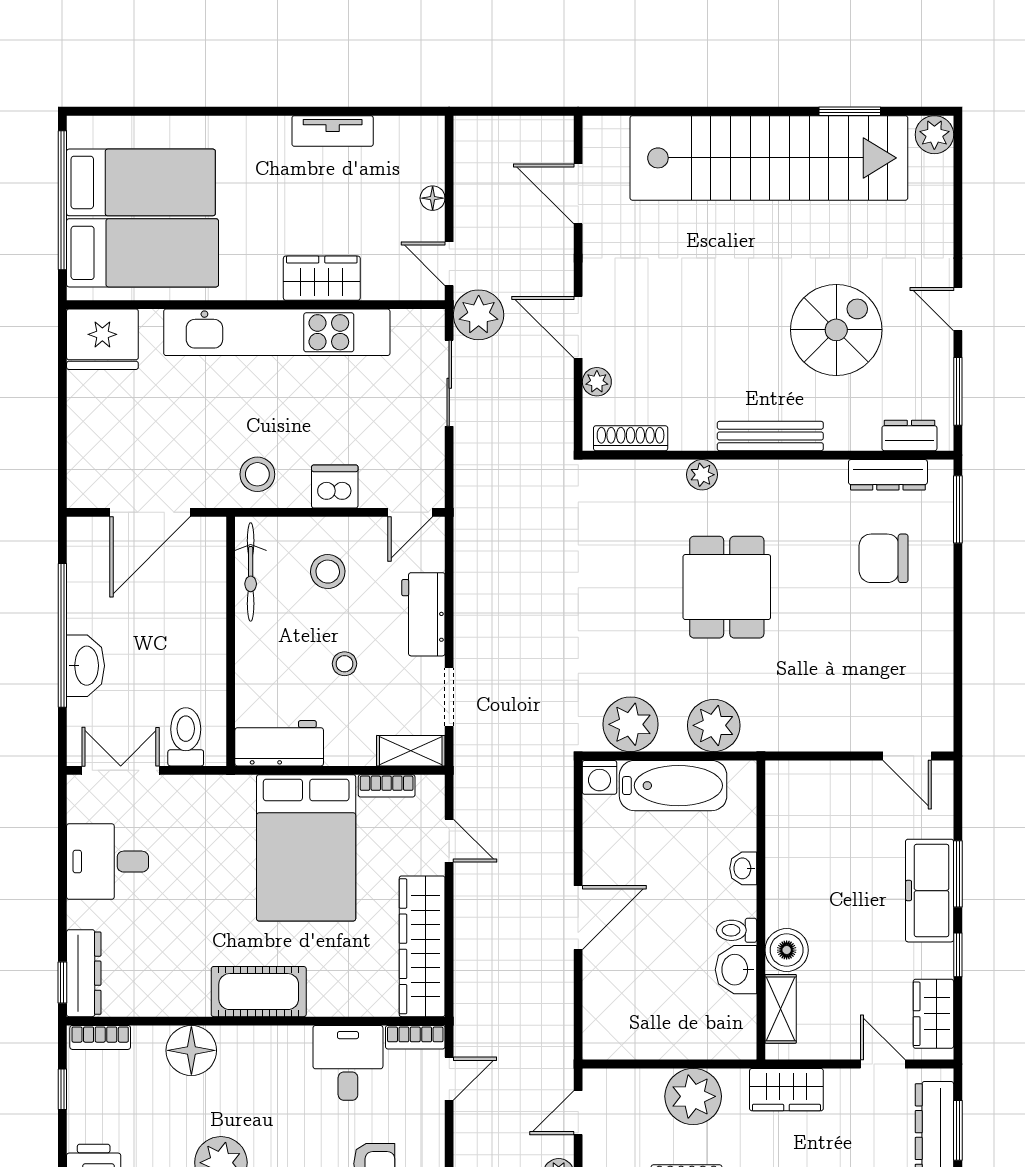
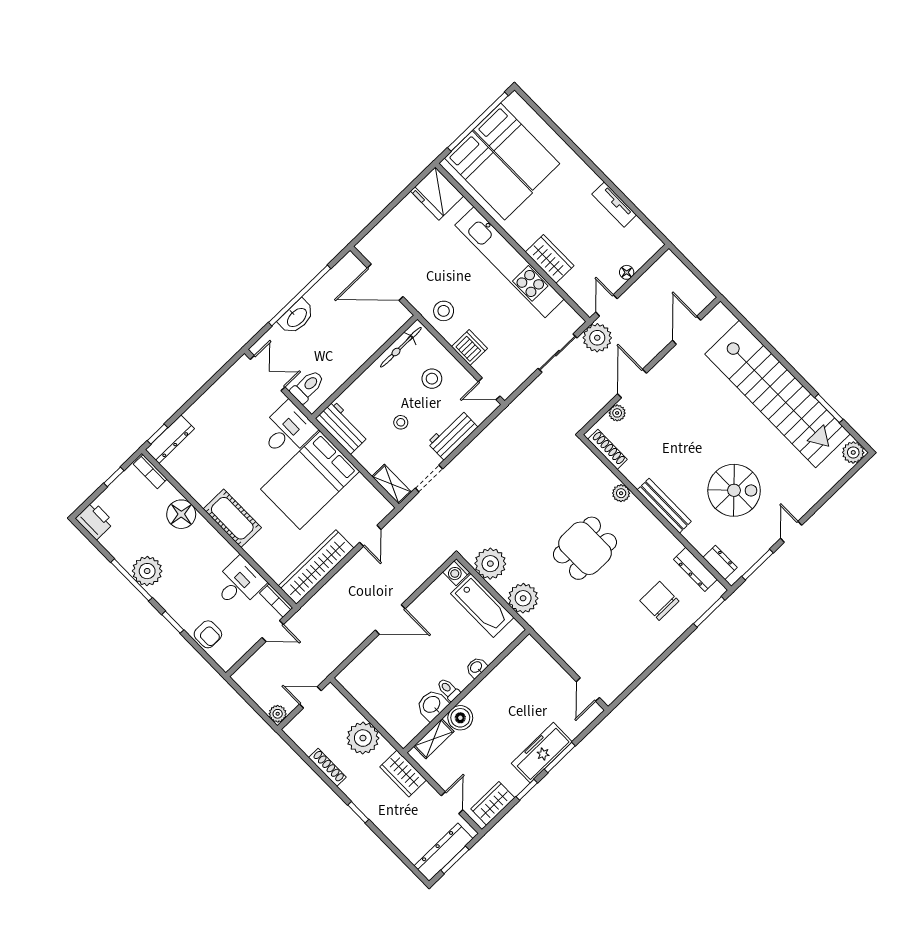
bookcase: (387, 786) -> (368, 488), removed
desk: (107, 862) -> (287, 430), moved, turned 90

